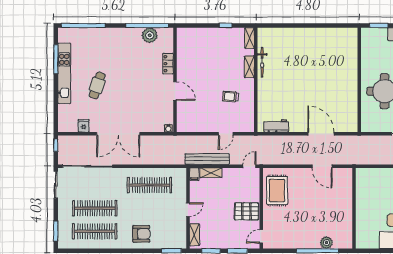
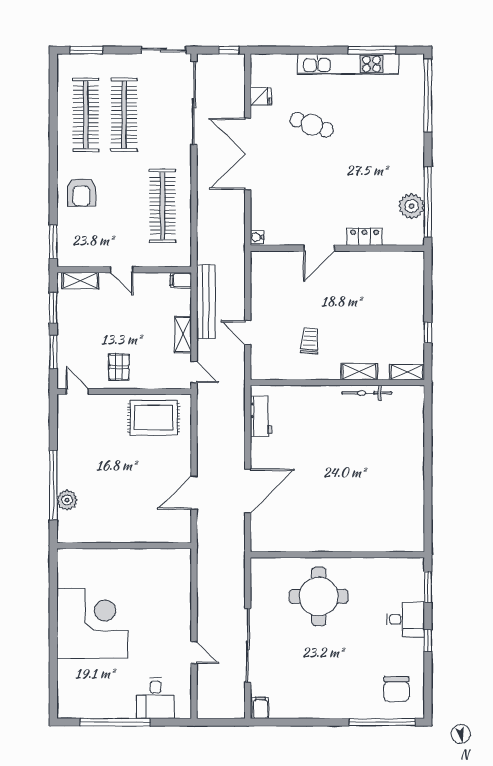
cafe table: (97, 85) -> (312, 125), moved
shelving: (211, 173) -> (183, 335), moved
pallet: (247, 211) -> (119, 367), width x0.67, depth x0.71

